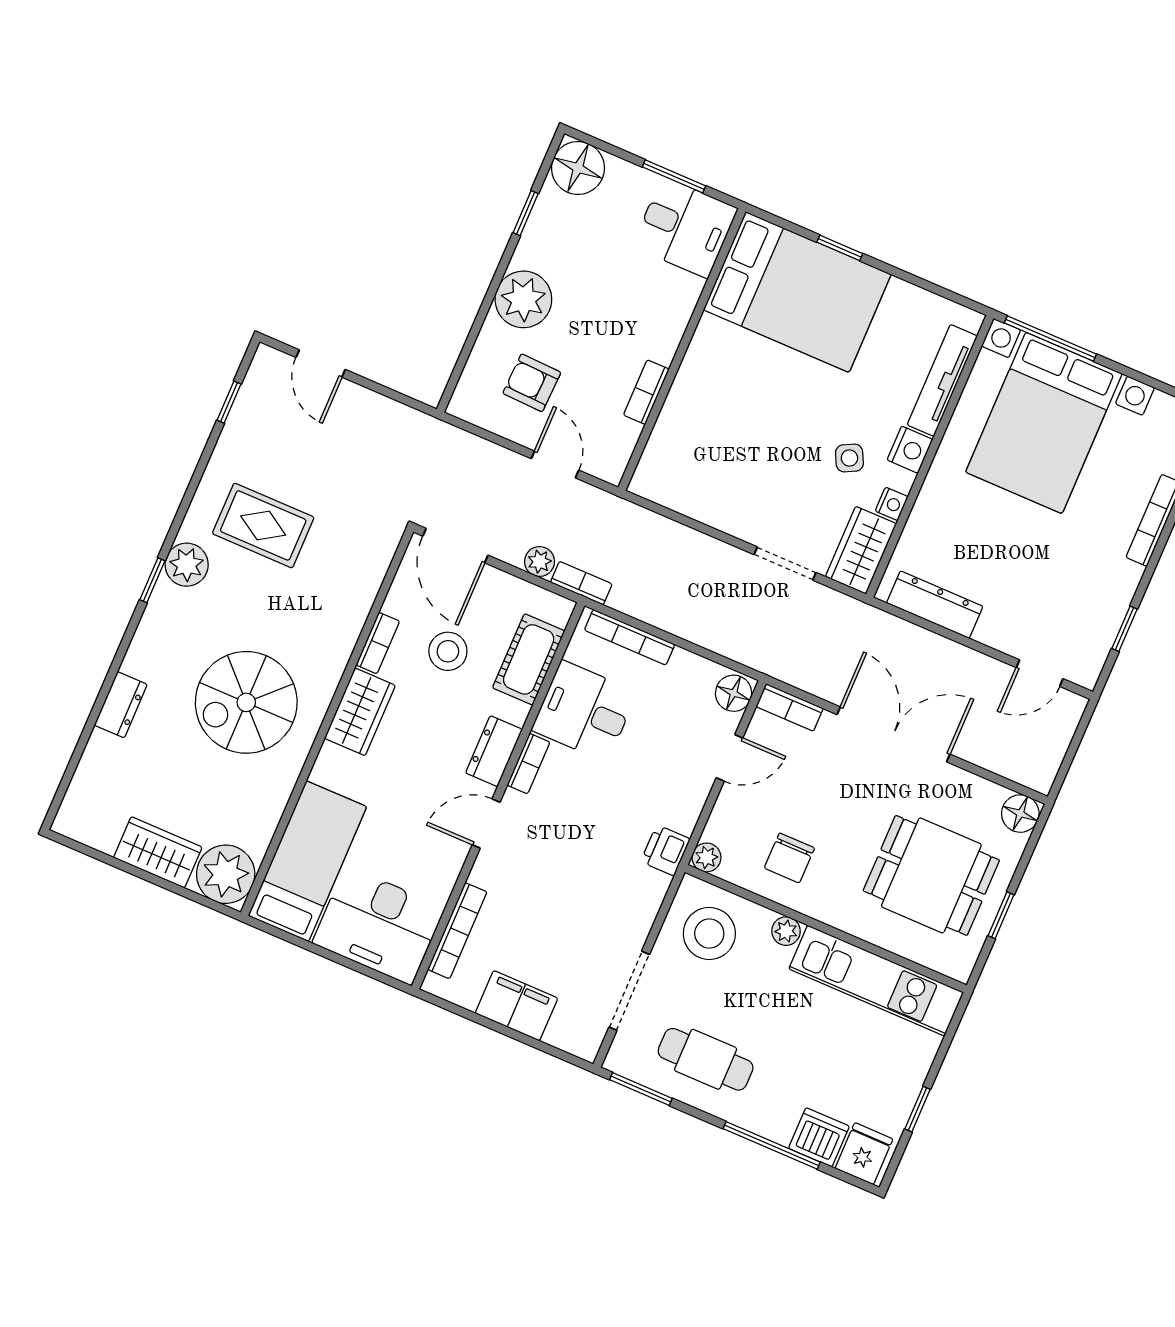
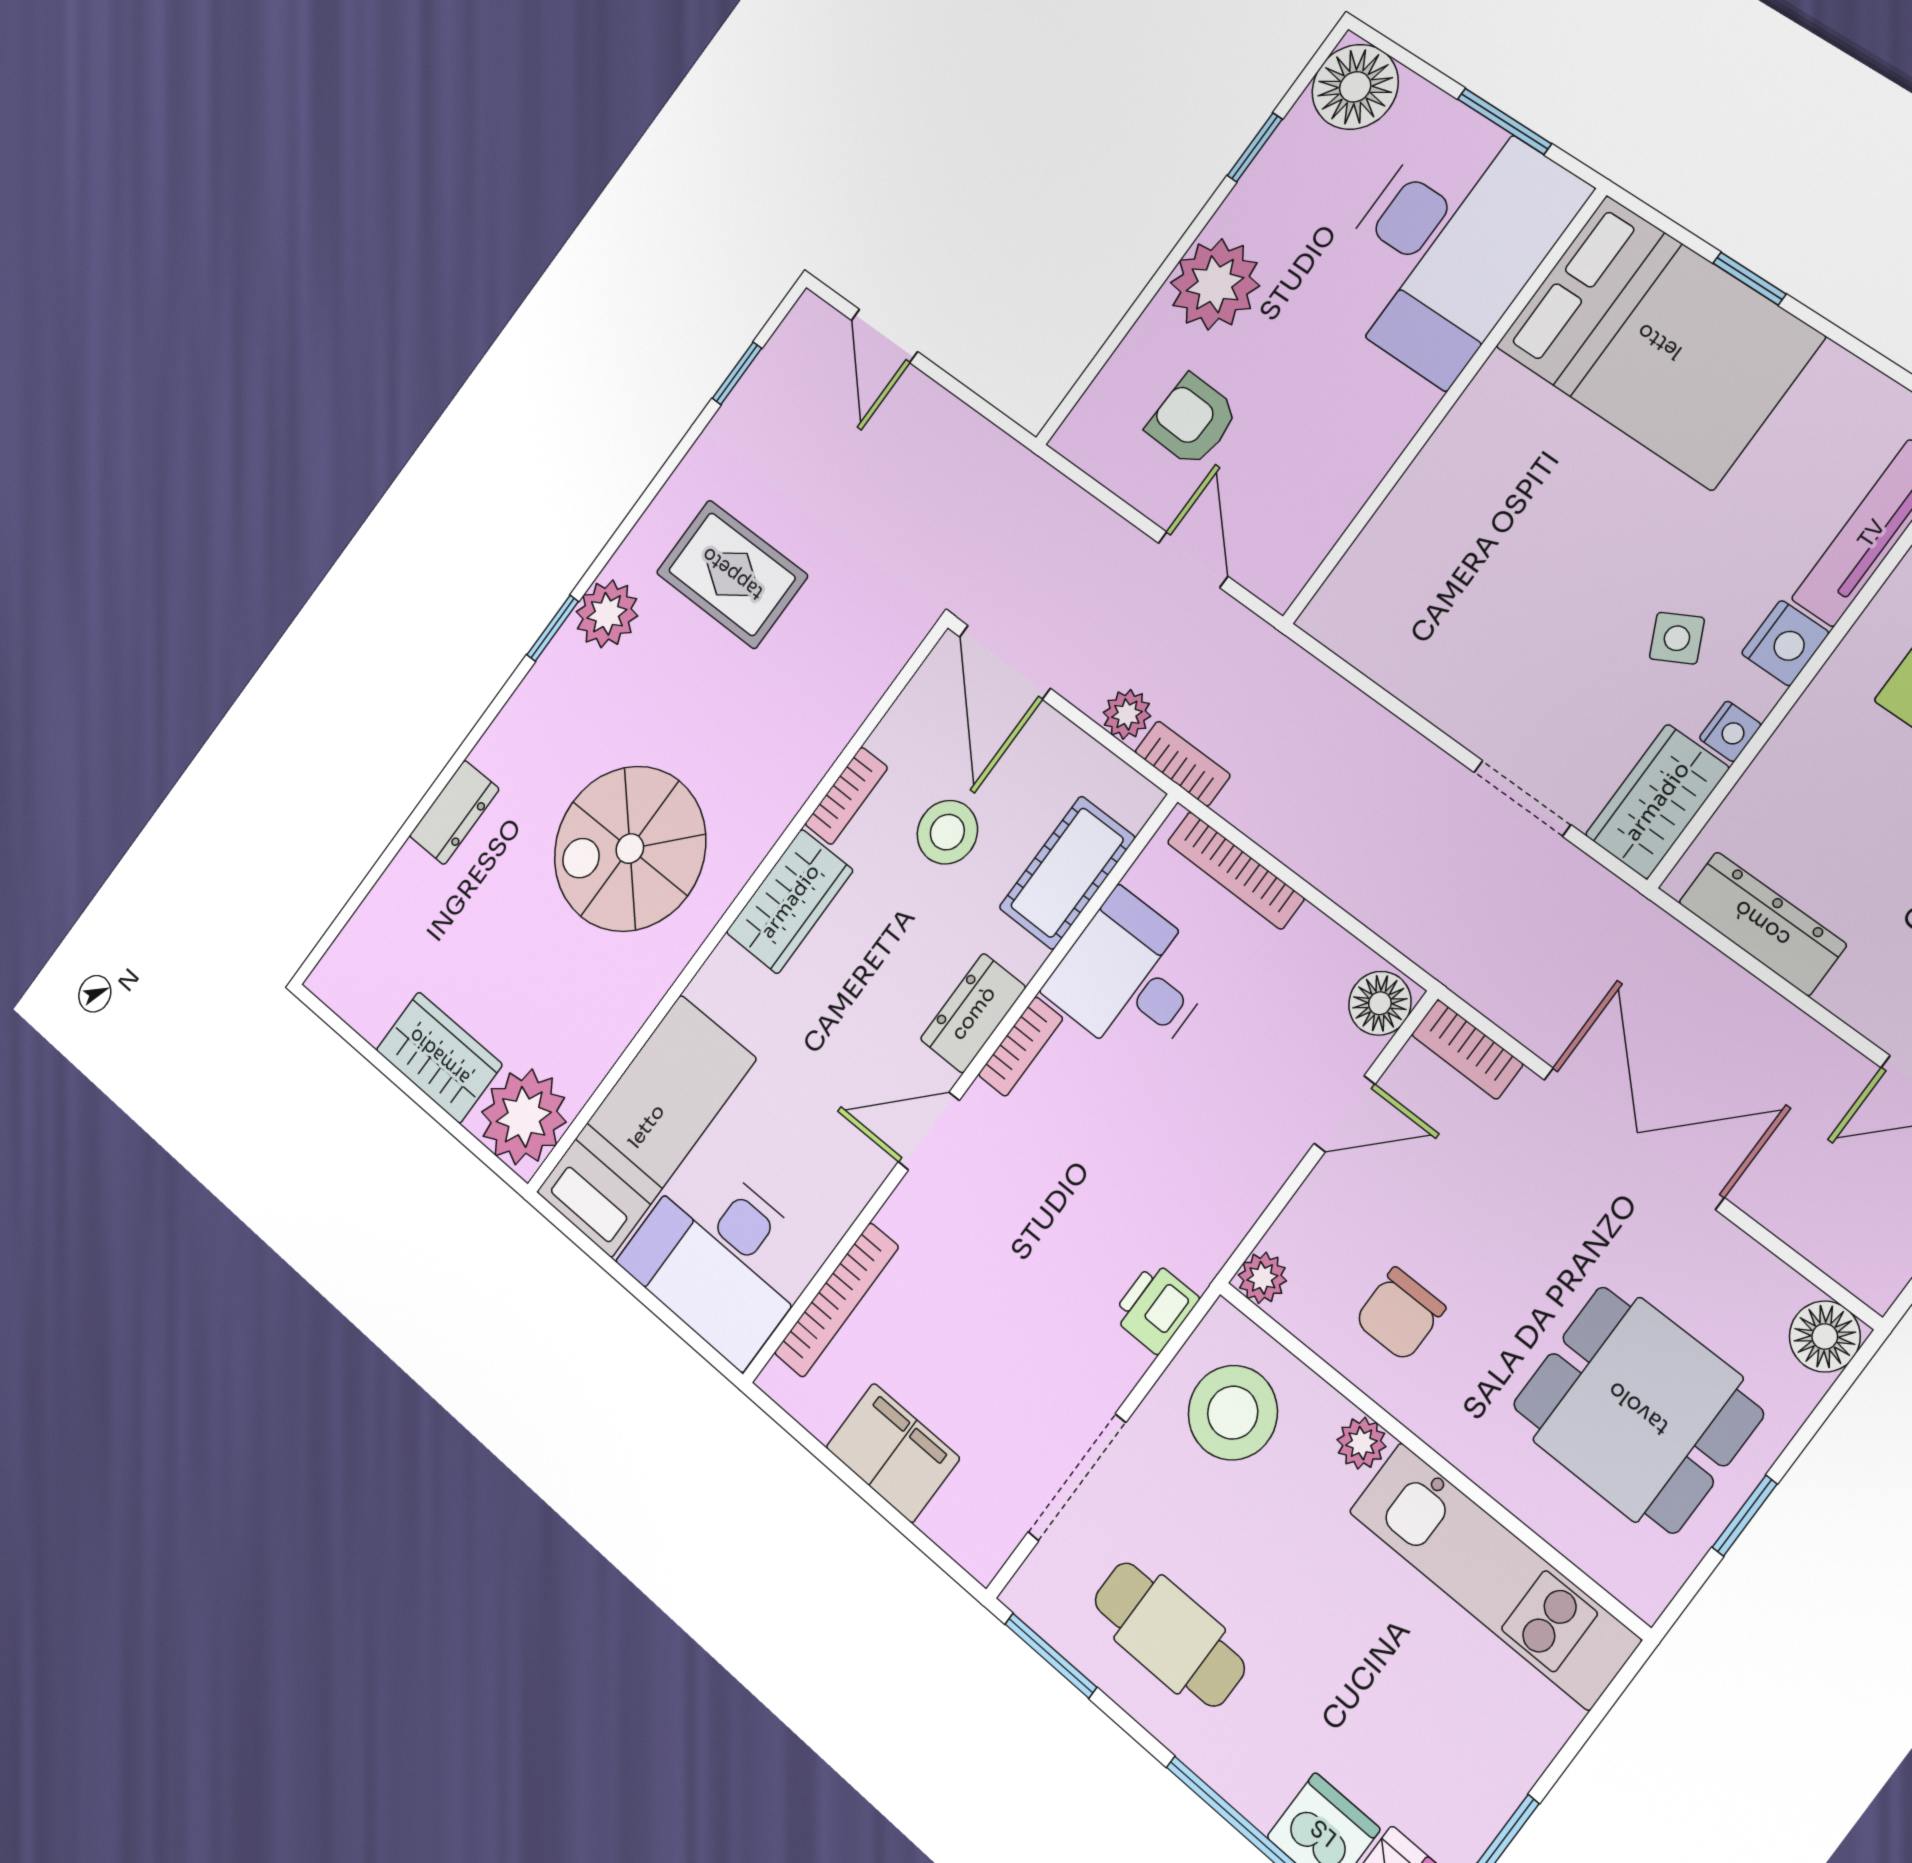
desk: (685, 227) -> (1450, 243), width x1.87, depth x1.30
bookcase: (646, 392) -> (1369, 467), removed
printer: (665, 850) -> (1155, 1307), moved

